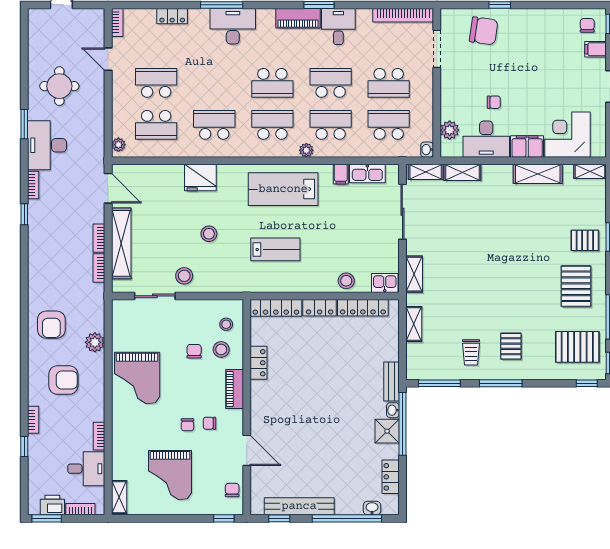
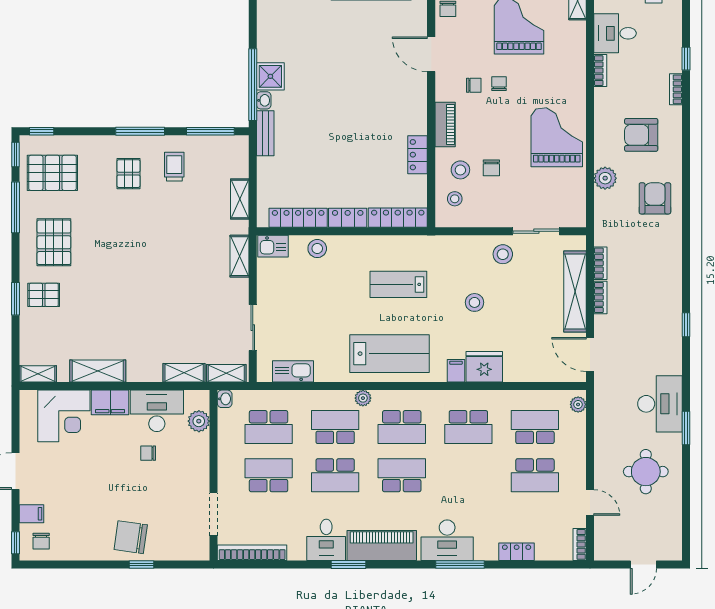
piano: (298, 18) -> (382, 545), width x1.37, depth x1.33
chair: (484, 31) -> (131, 537), moved
school desk: (331, 125) -> (335, 427), turned 180
filing cabinet: (341, 174) -> (456, 371), moved
bookcase: (33, 185) -> (676, 358), removed
sliding door: (402, 212) -> (253, 328), width x0.73
locker: (391, 477) -> (266, 24), removed

